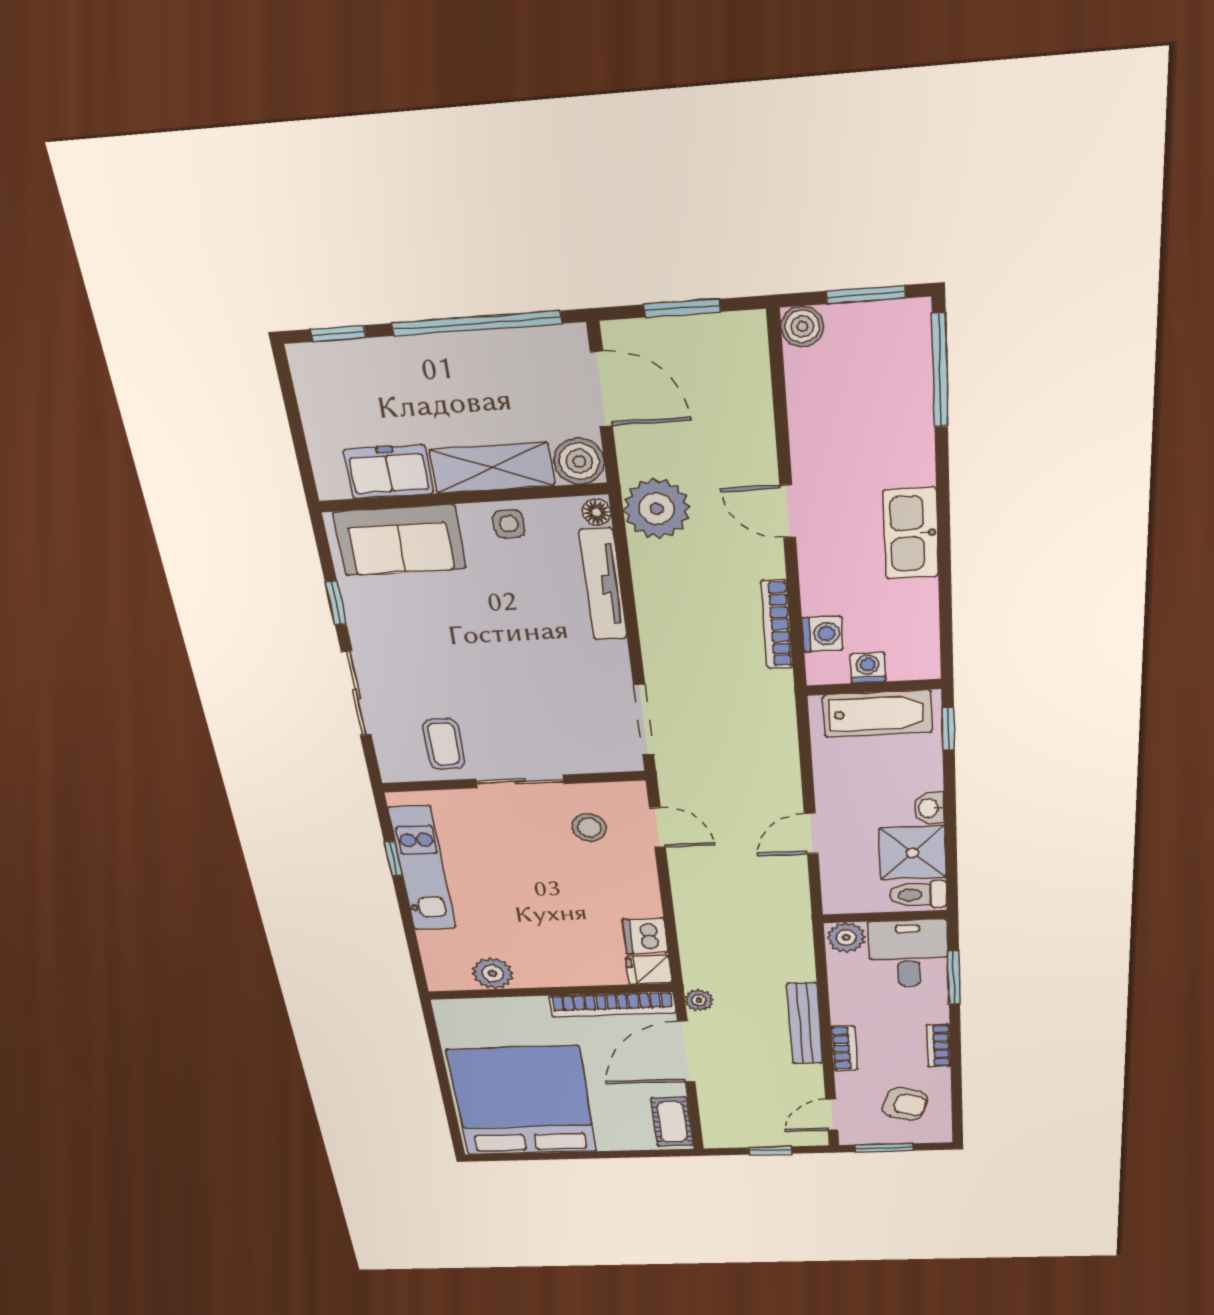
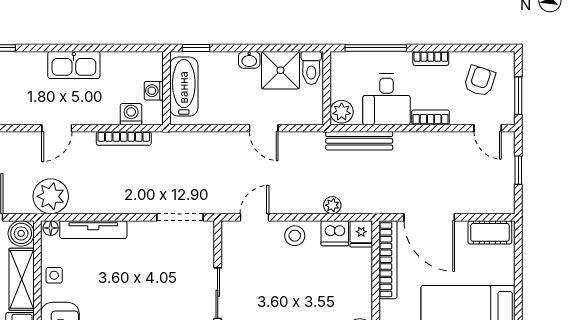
stool: (589, 828) -> (295, 236), moved
desk: (908, 953) -> (387, 99), moved, turned -90
window: (954, 977) -> (376, 48), width x1.44
plant: (699, 1000) -> (332, 205), moved
bench: (805, 1024) -> (359, 141), moved

